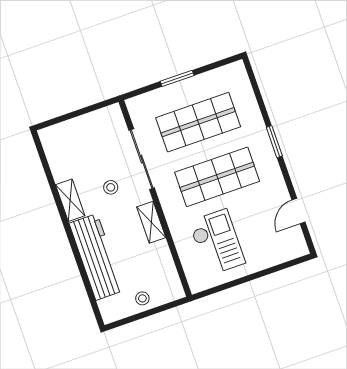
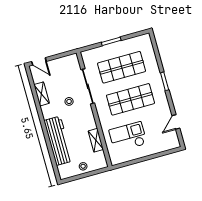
door: (54, 121) -> (39, 61), added
shelving: (70, 200) -> (42, 94), moved
shelving: (151, 222) -> (96, 140), moved
checkout: (217, 242) -> (128, 137), turned -90

